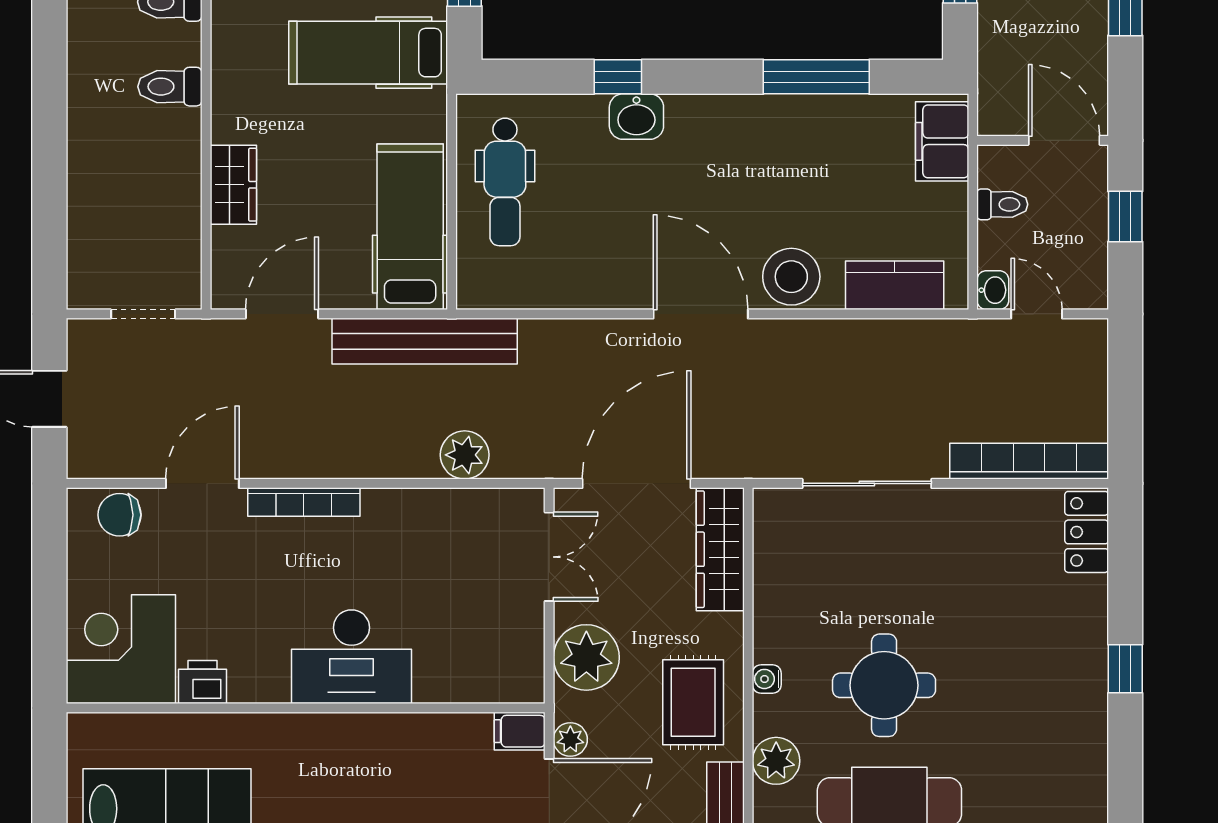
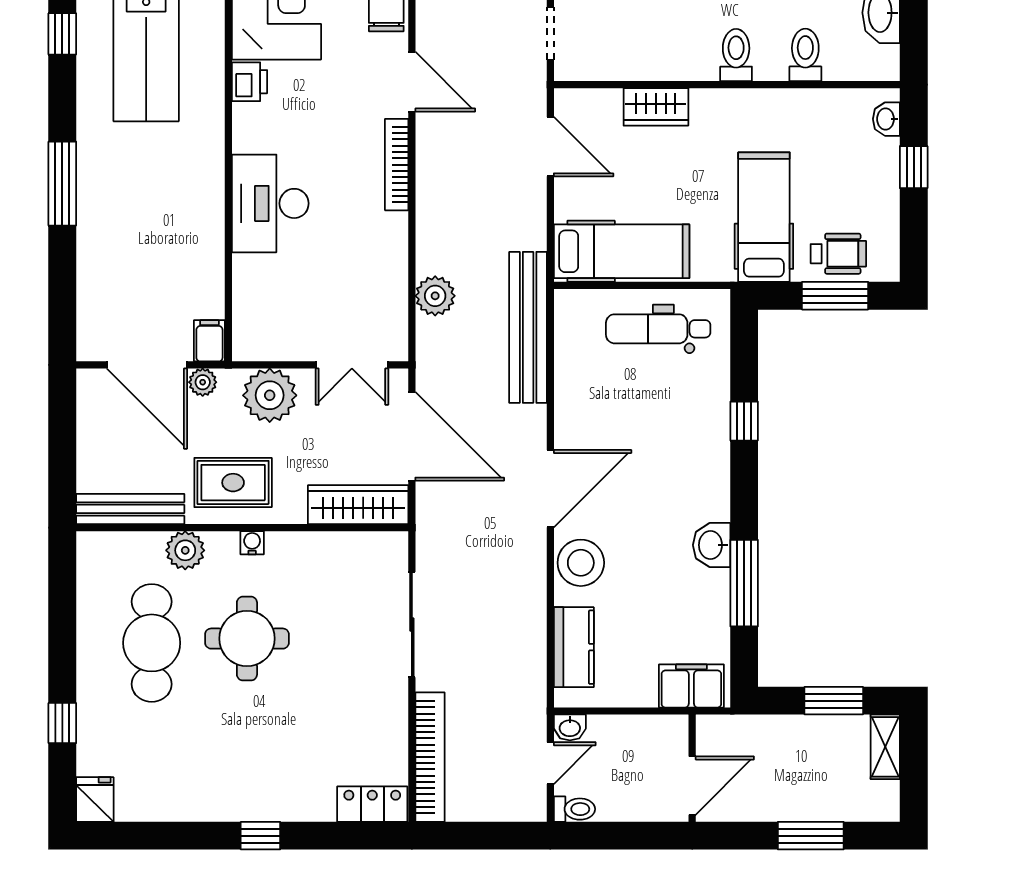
washbasin: (636, 117) -> (712, 545), moved
toilet: (1002, 204) -> (574, 809), moved, turned -90
window: (1125, 217) -> (630, 836), removed
bench: (425, 341) -> (528, 327), moved

